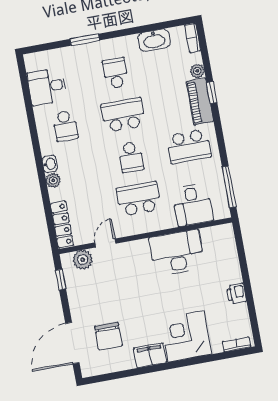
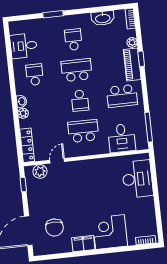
school desk: (65, 126) -> (35, 75), turned 180
desk: (177, 253) -> (137, 179), moved, turned 90
printer: (236, 294) -> (148, 204), removed

